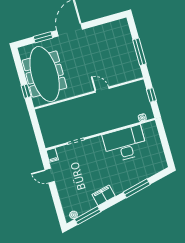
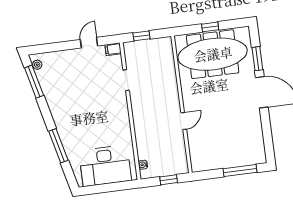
window: (139, 52) -> (240, 170), moved
window: (26, 91) -> (210, 27), moved
window: (38, 134) -> (141, 36), added
desk: (125, 144) -> (105, 166), moved, turned 90
filing cabinet: (104, 195) -> (56, 104), removed

